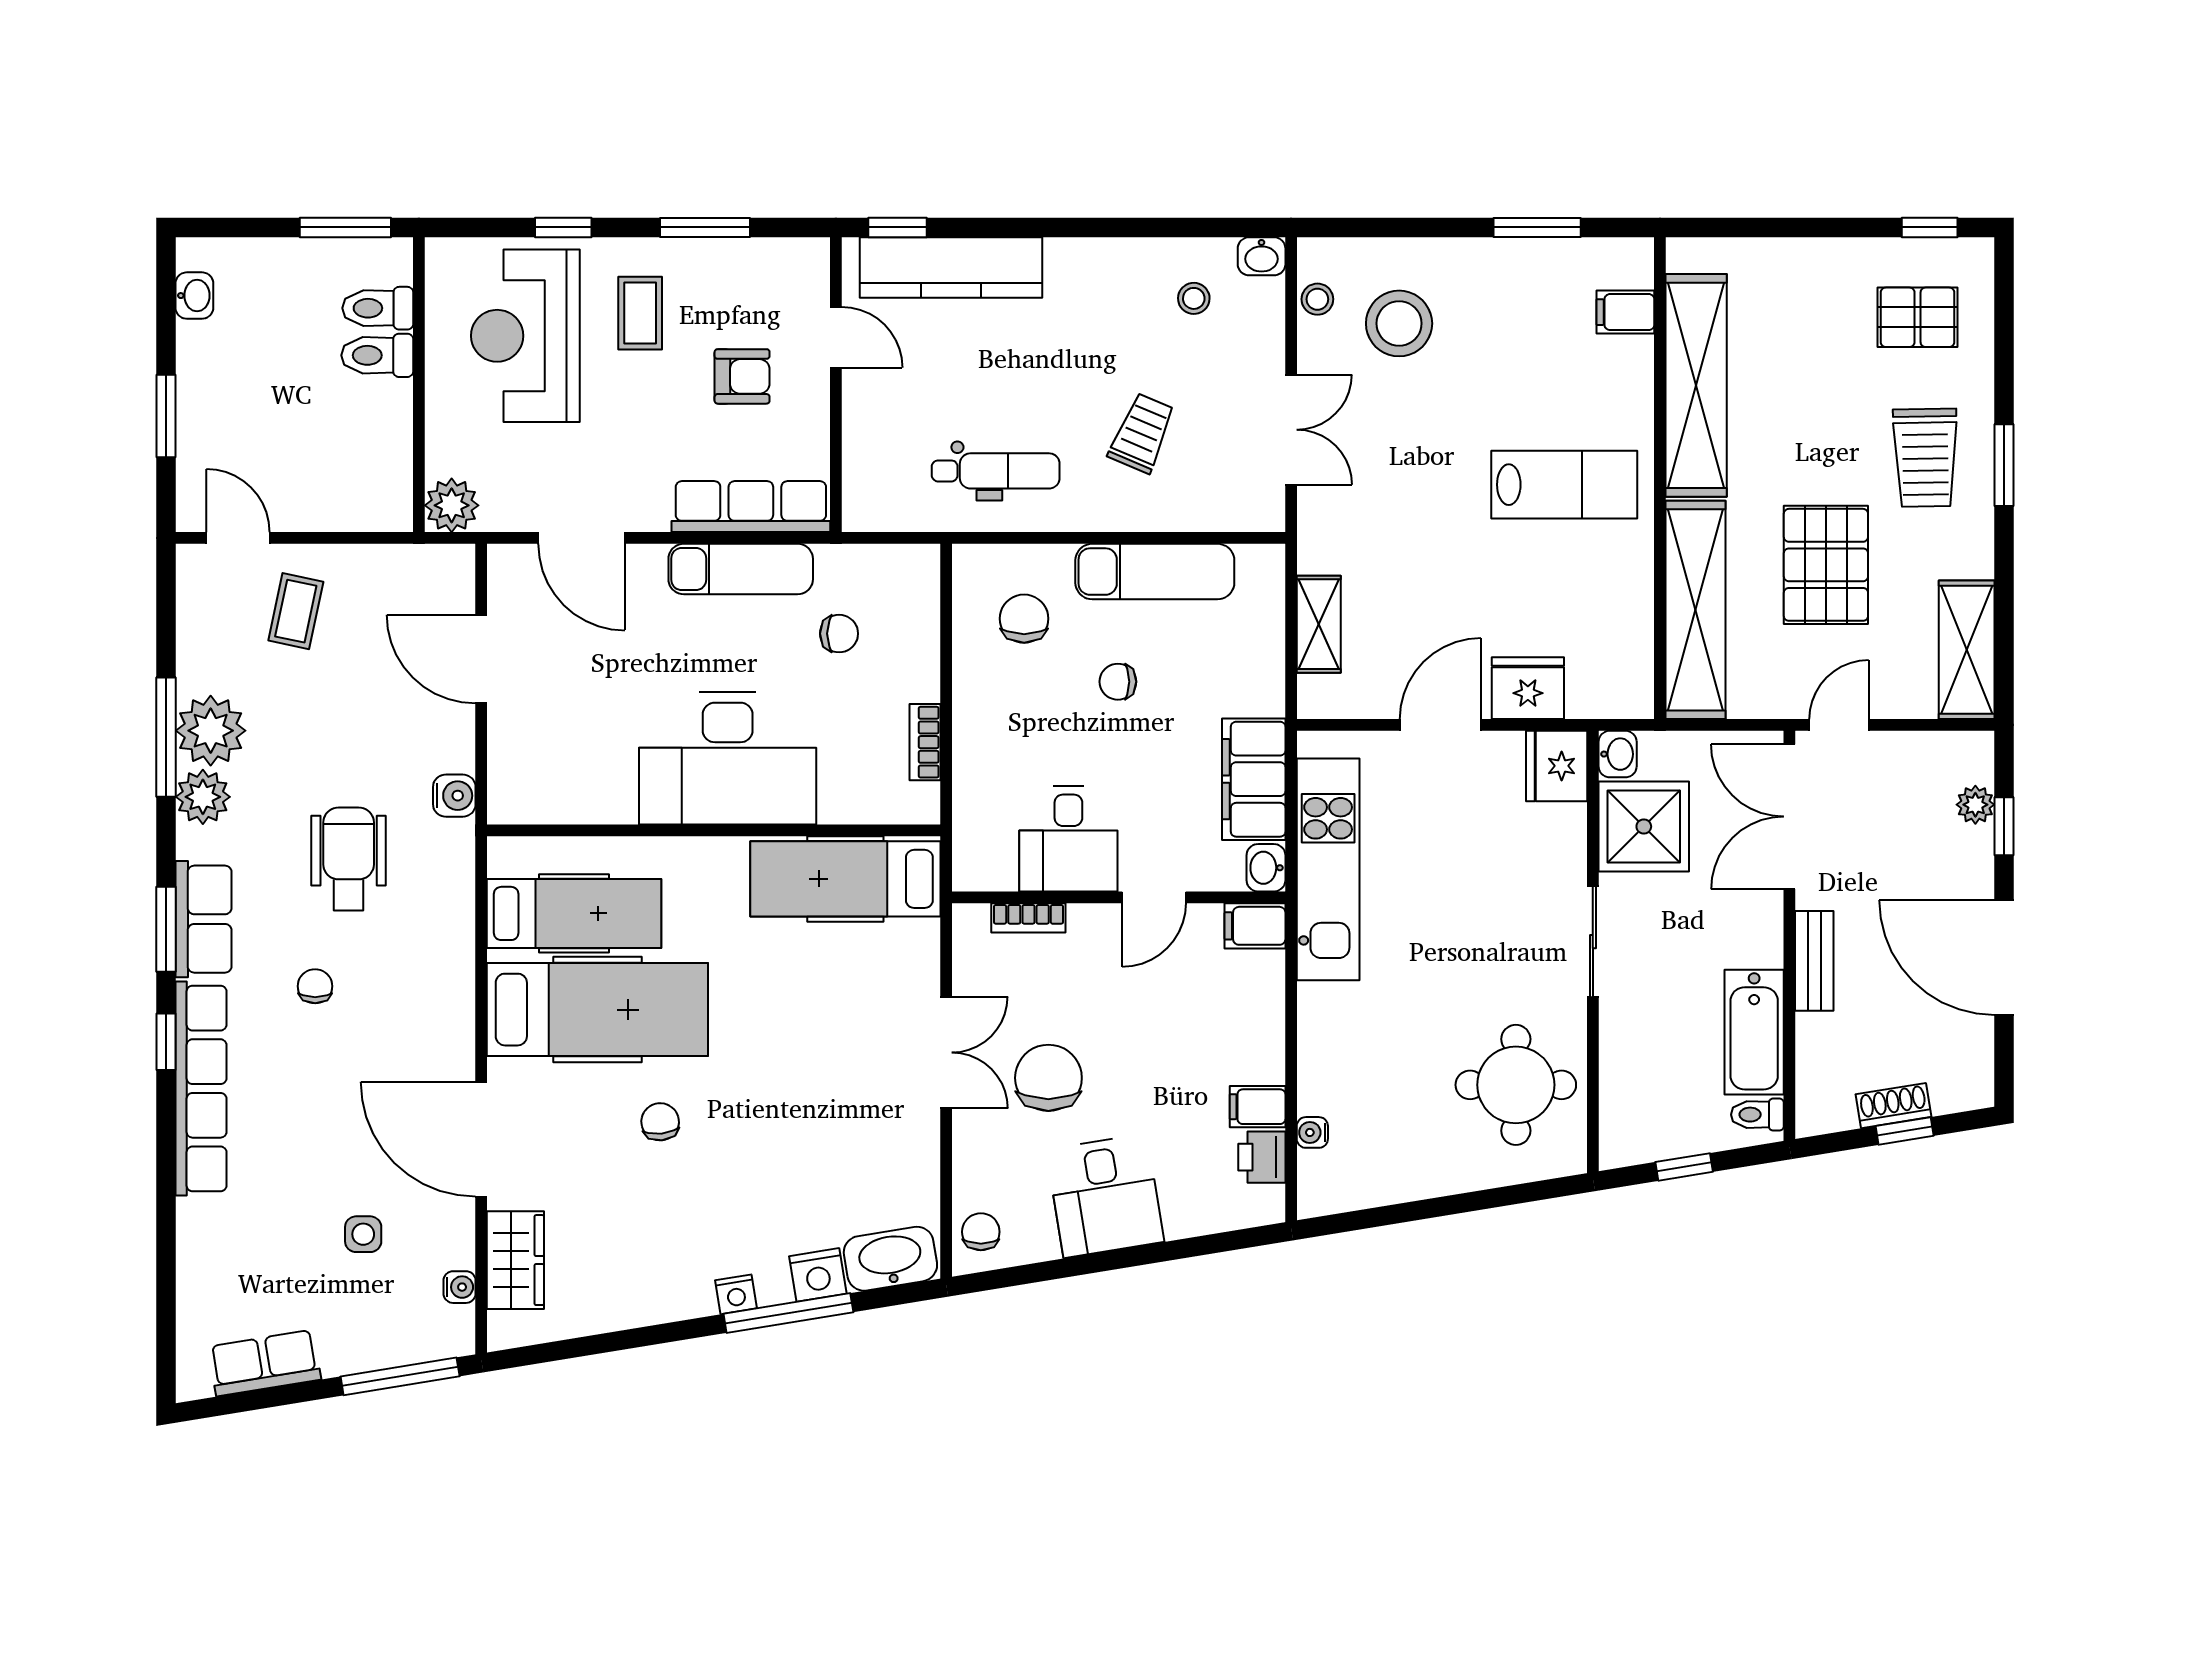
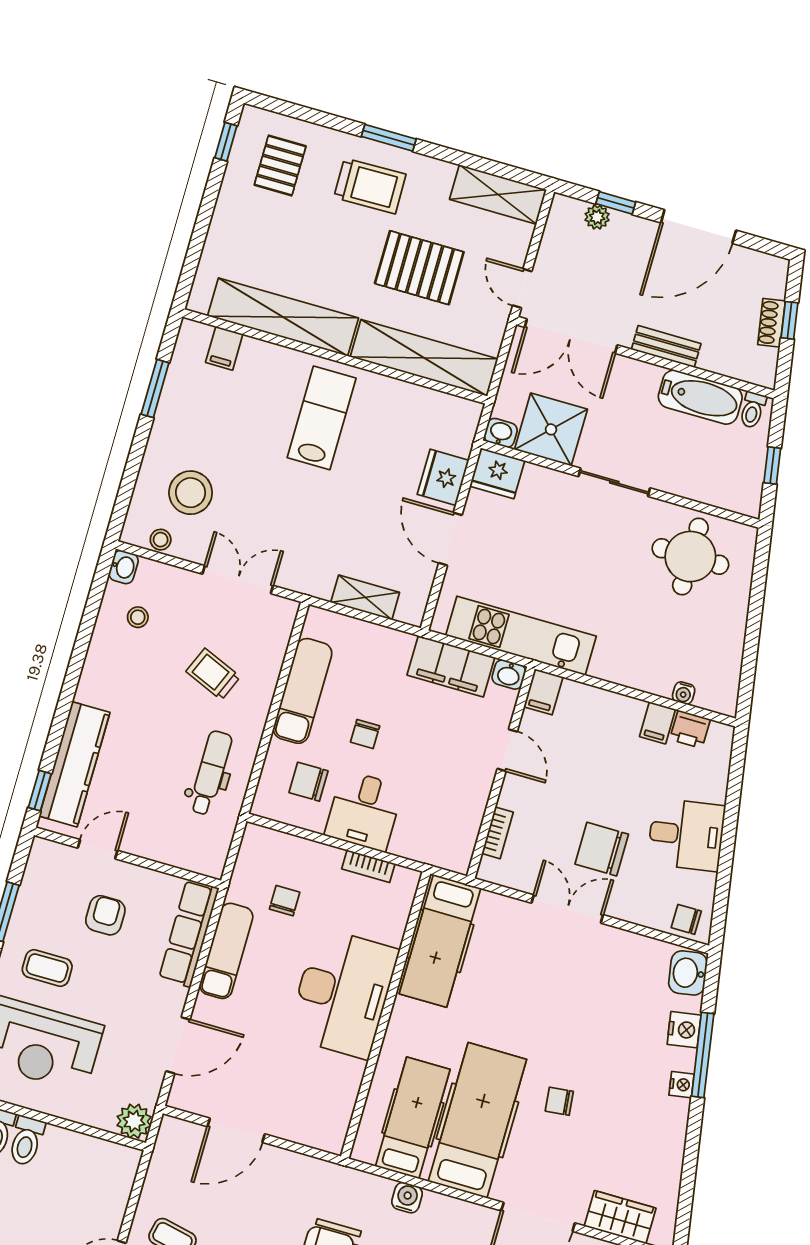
water cooler: (454, 796) -> (407, 1198), moved
desk: (1068, 839) -> (364, 811), moved, turned 90
washbasin: (890, 1259) -> (688, 973), width x0.72

